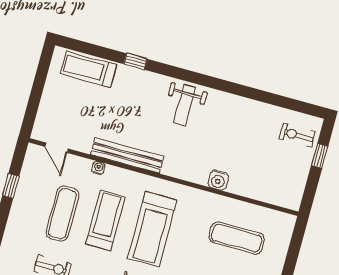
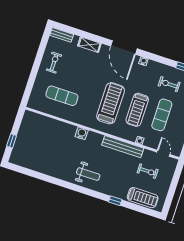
weight bench: (184, 105) -> (88, 174), turned 90
exercise bike: (297, 135) -> (148, 171), moved
water cooler: (218, 180) -> (82, 133), moved

